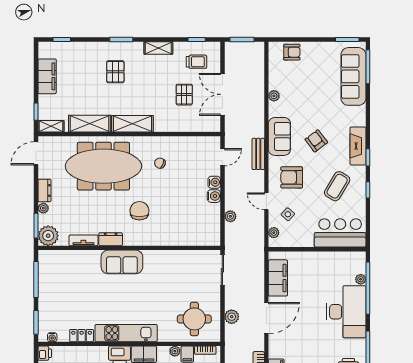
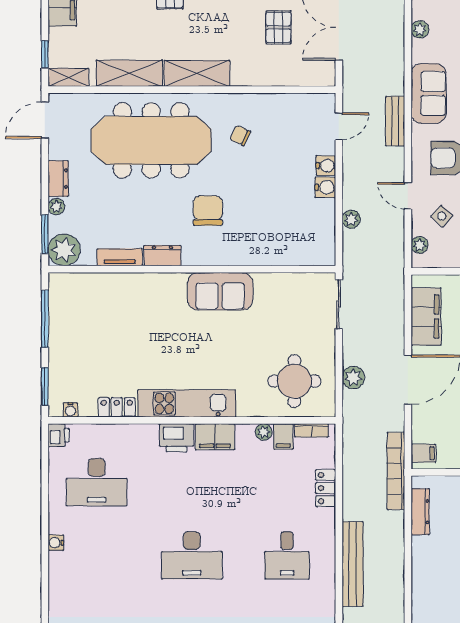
sofa: (122, 262) -> (220, 291), moved

